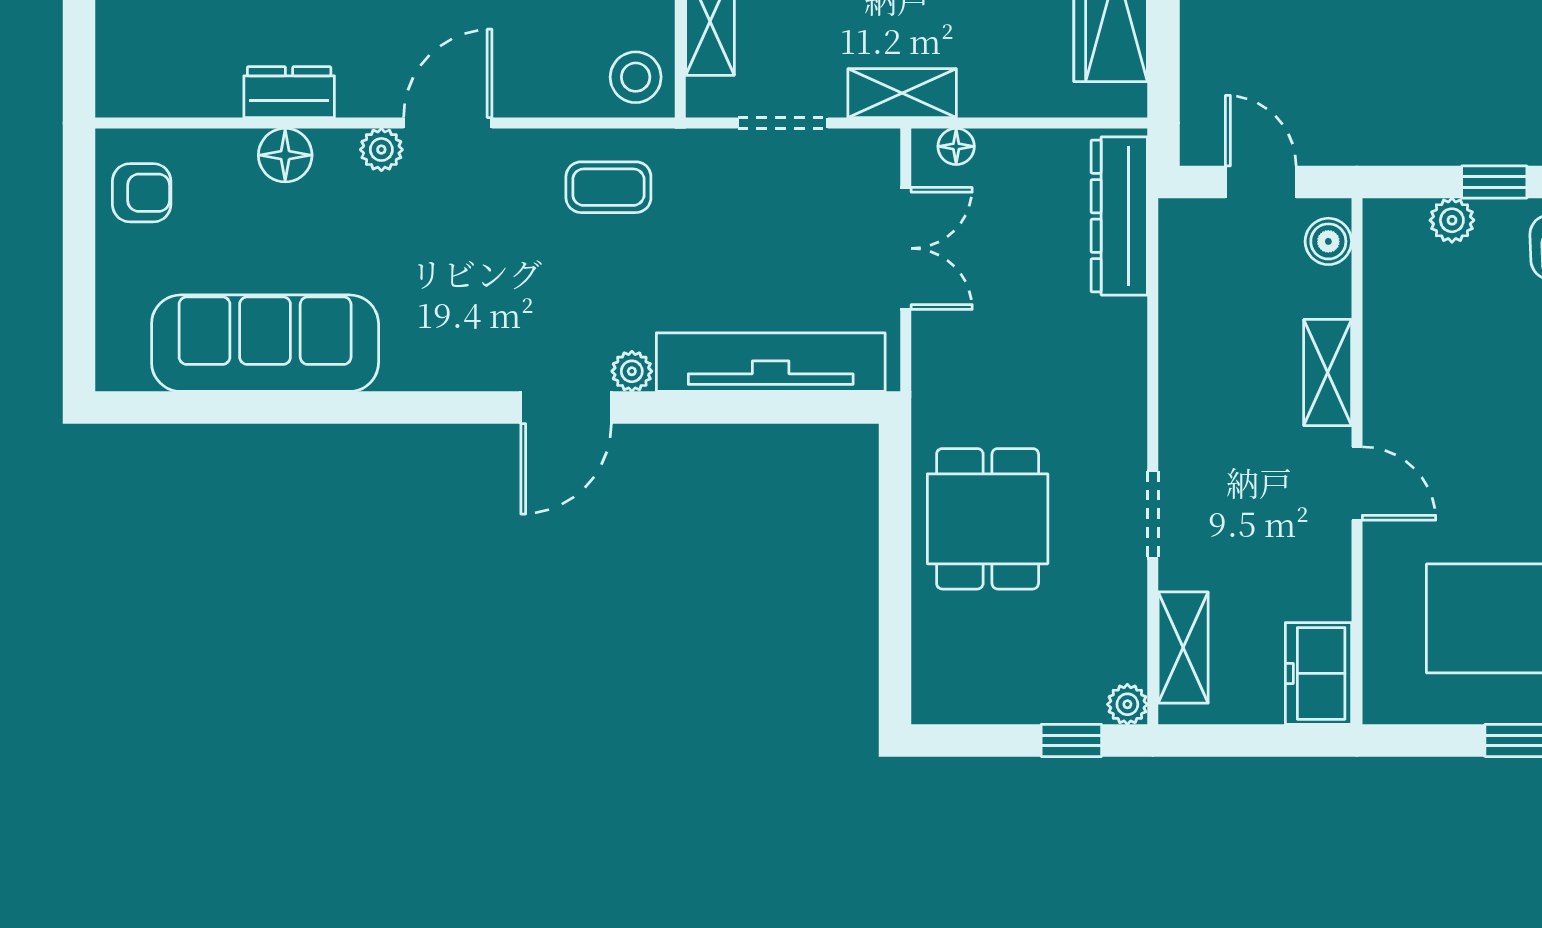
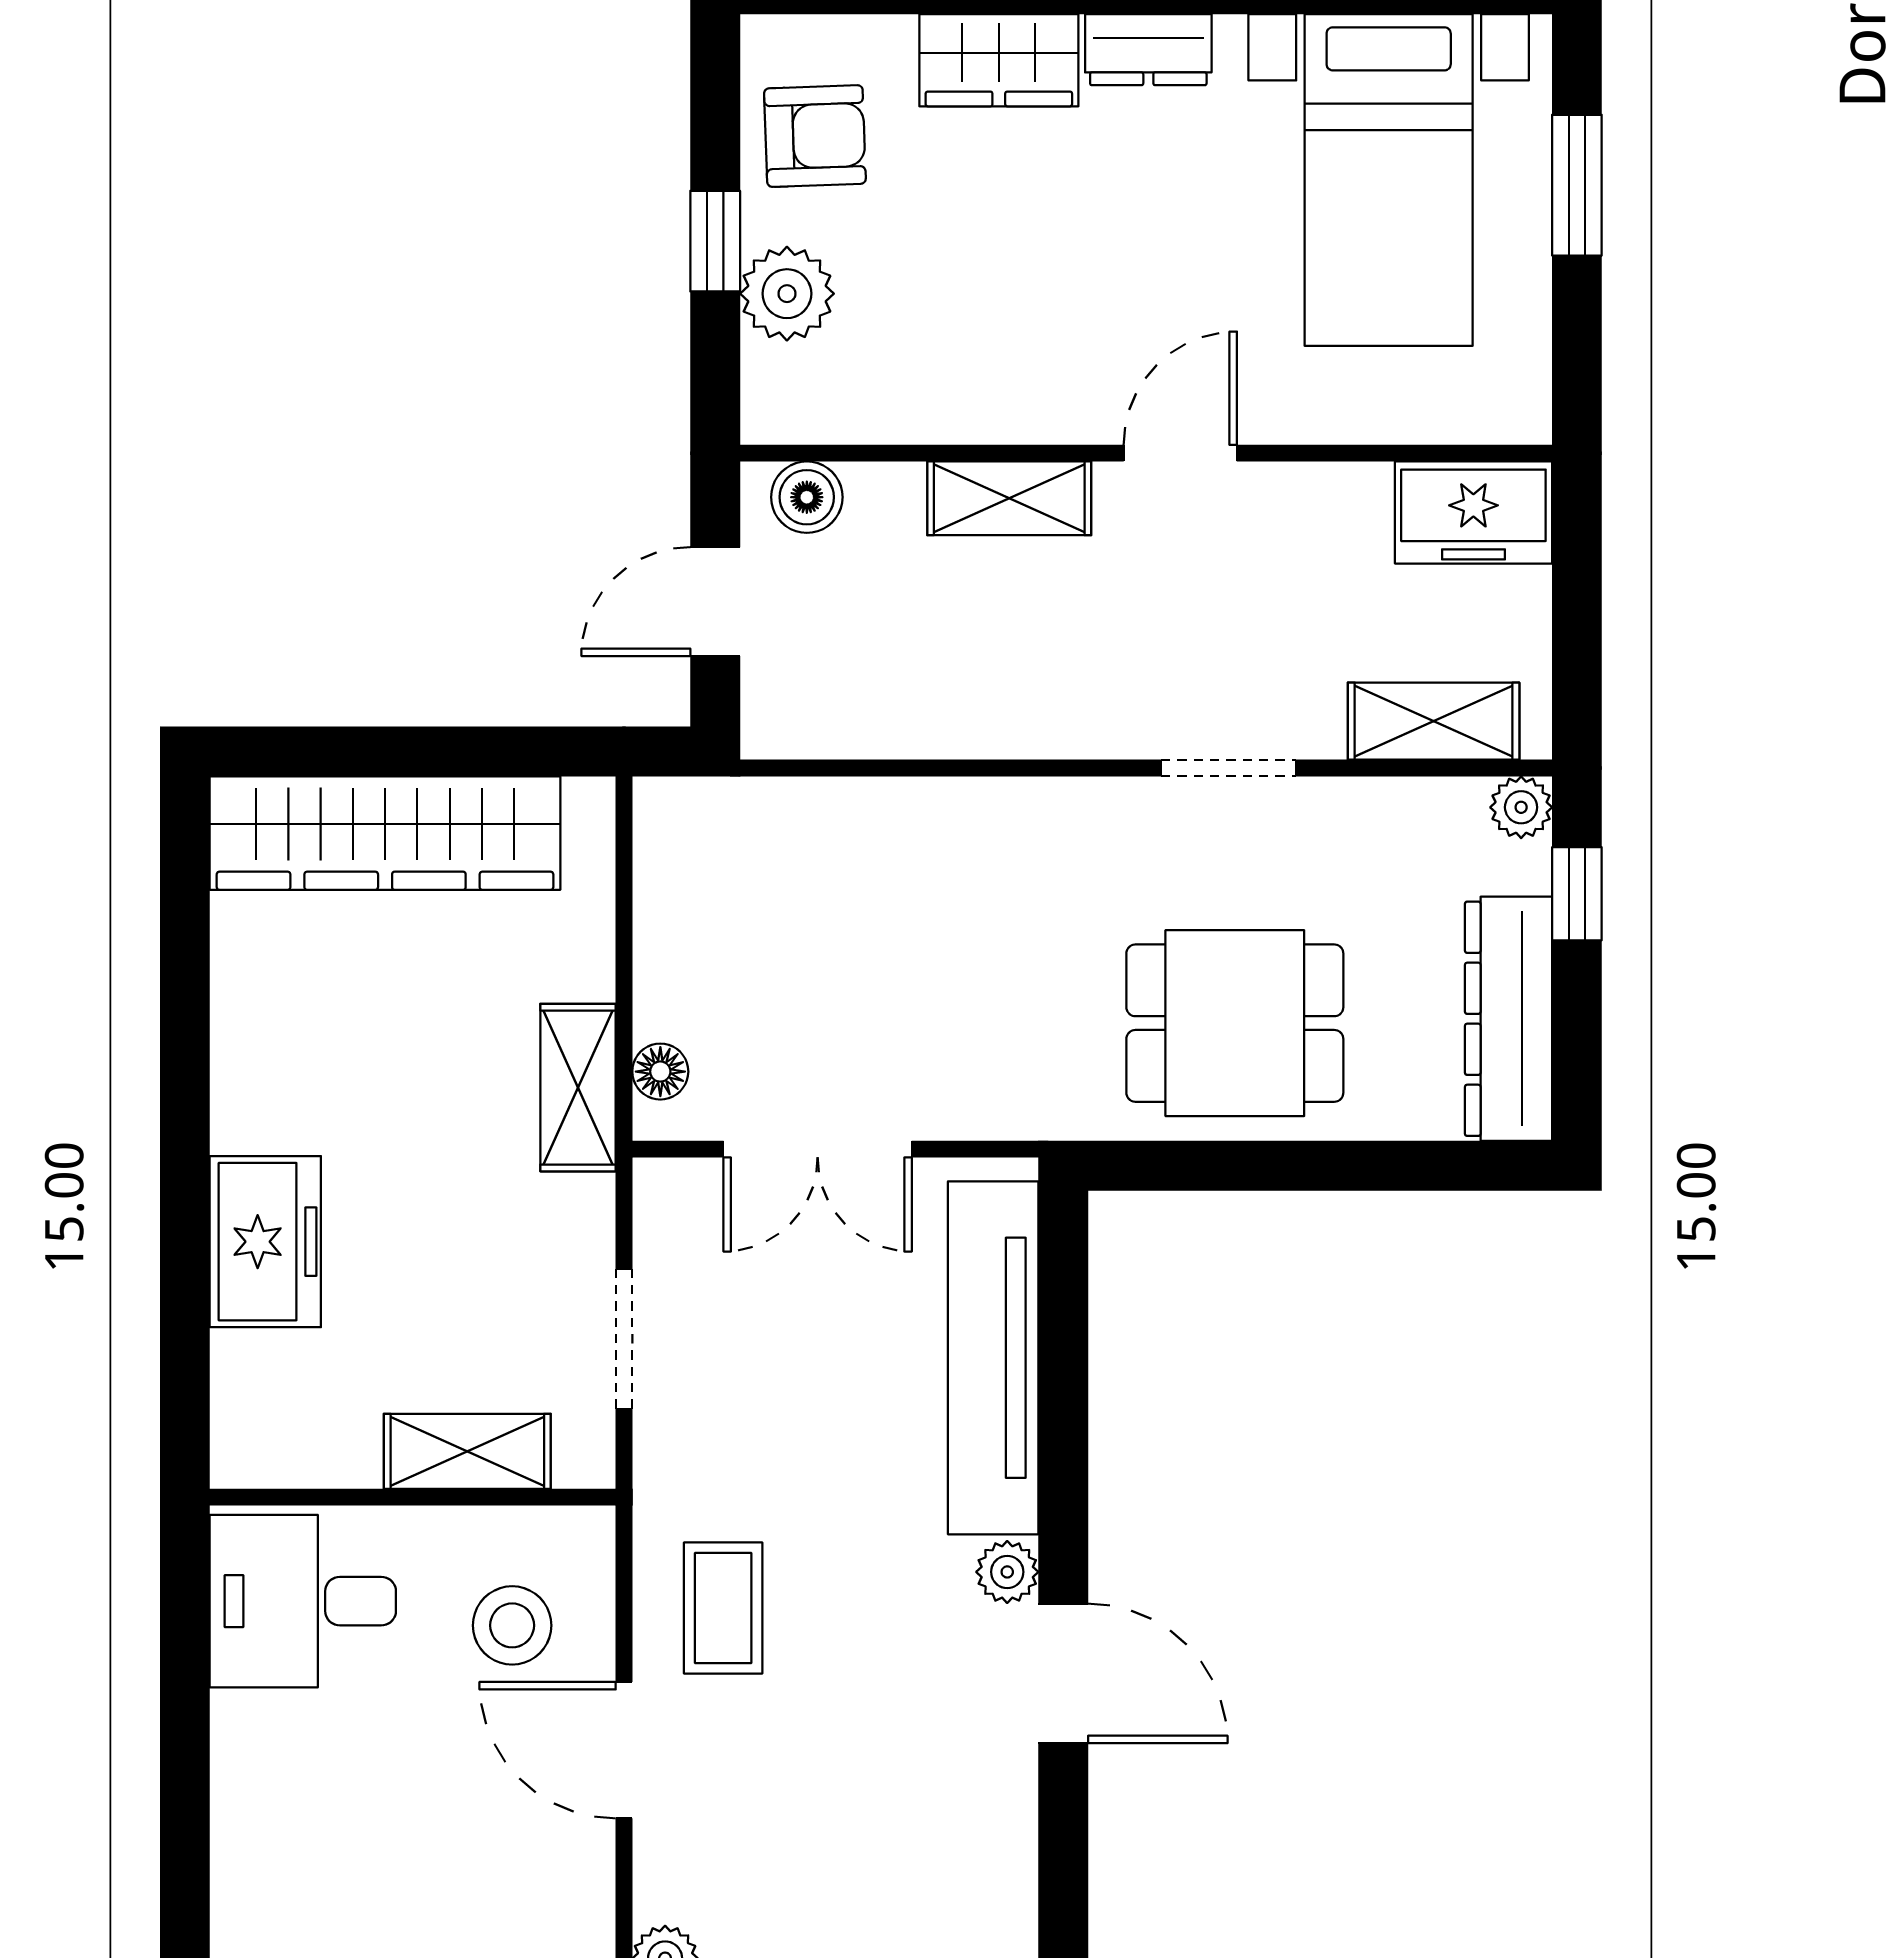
stool: (636, 77) -> (512, 1625), moved
shelving: (902, 93) -> (578, 1088), moved
door: (448, 123) -> (624, 1750), moved
dresser: (1119, 216) -> (1508, 1019), moved, turned 90
plant: (1452, 220) -> (787, 294), width x1.38, depth x1.38
double door: (906, 248) -> (818, 1149), swing flipped

